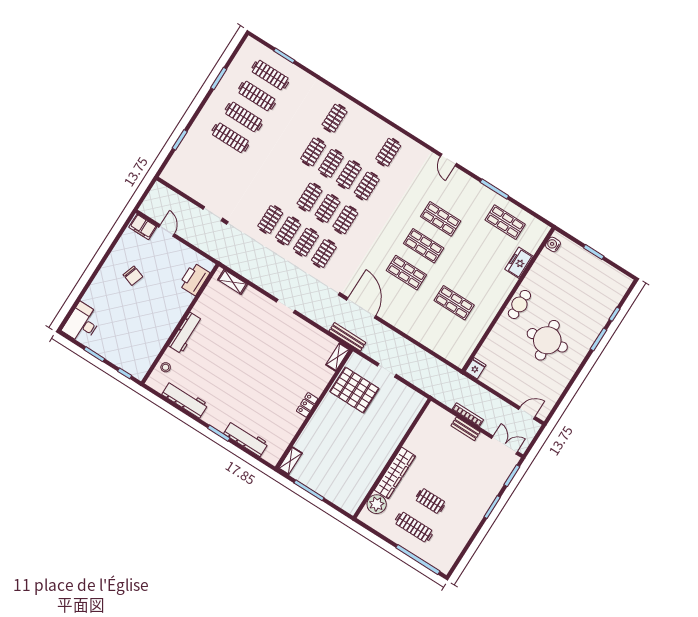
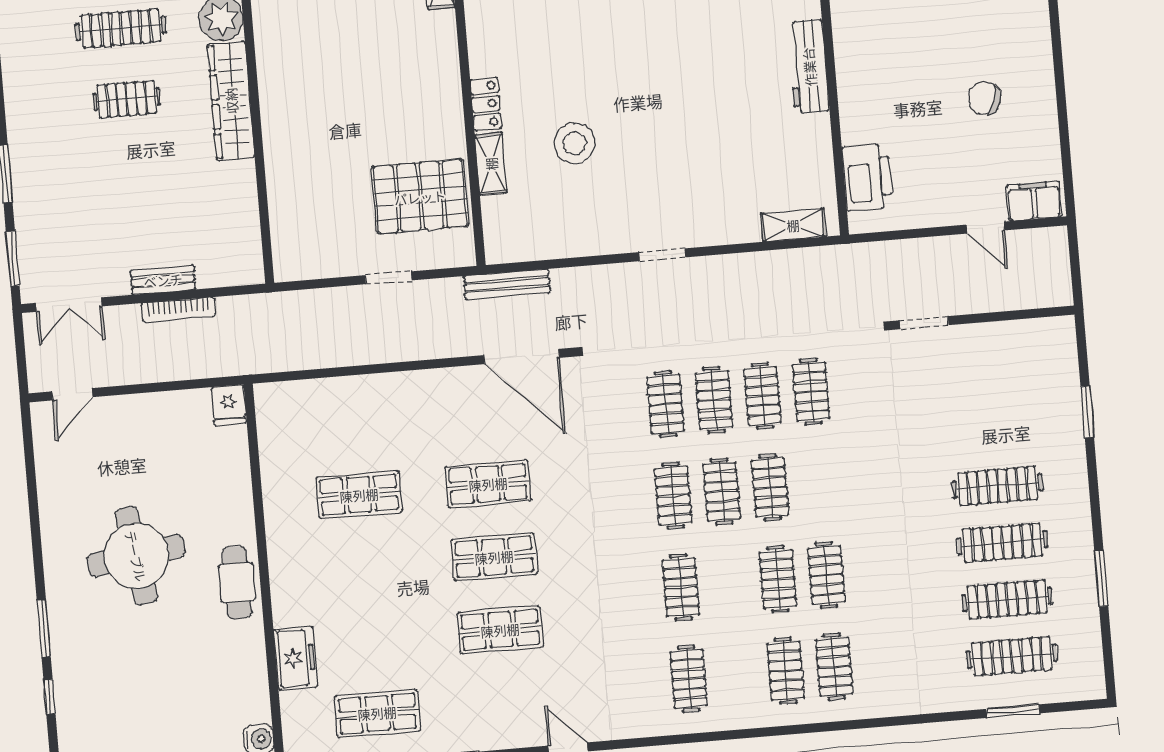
clothes rail: (349, 175) -> (786, 671), moved
shelving: (338, 357) -> (491, 164), moved
stool: (287, 368) -> (574, 143), added

